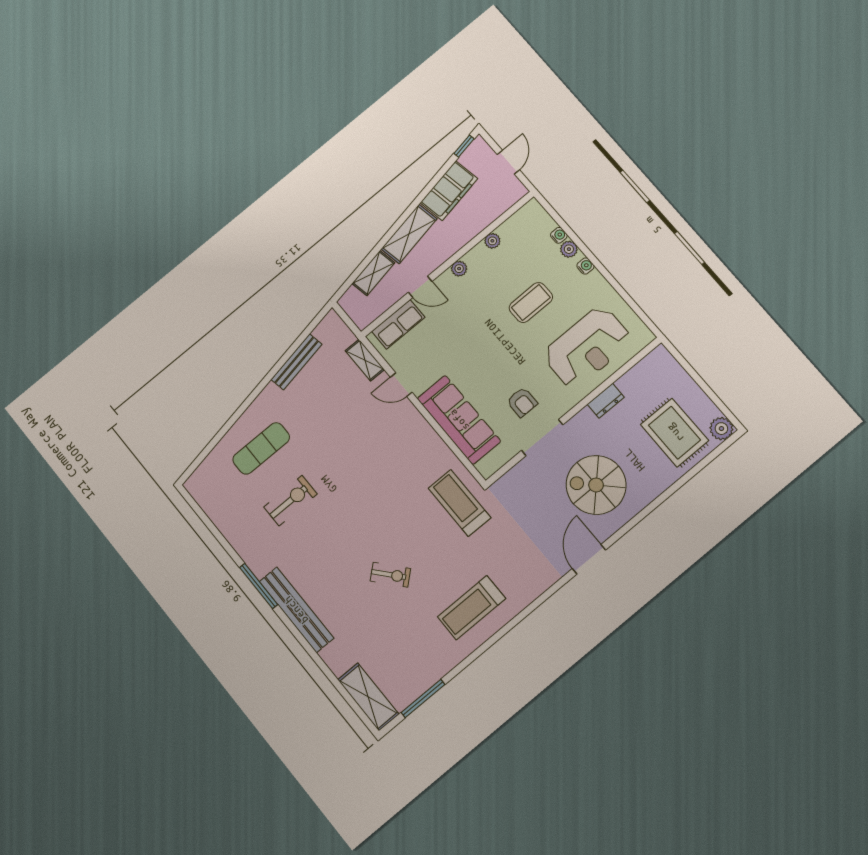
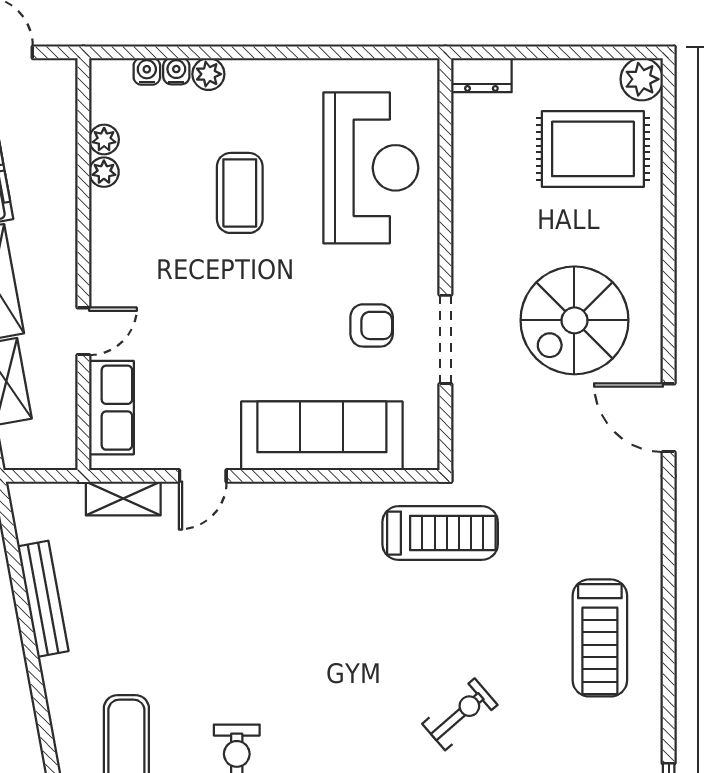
water cooler: (585, 266) -> (147, 71), moved
plant: (459, 269) -> (104, 140), moved
dresser: (606, 401) -> (481, 75), moved, turned 90
treadmill: (460, 503) -> (440, 533), turned 180

